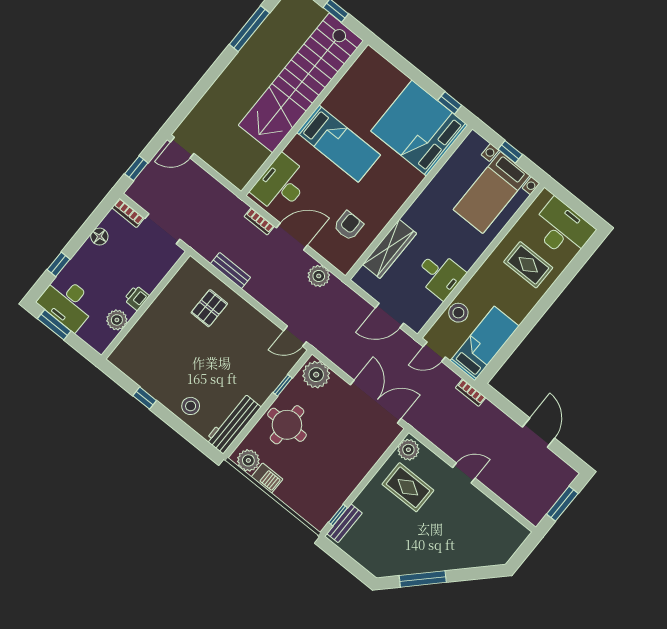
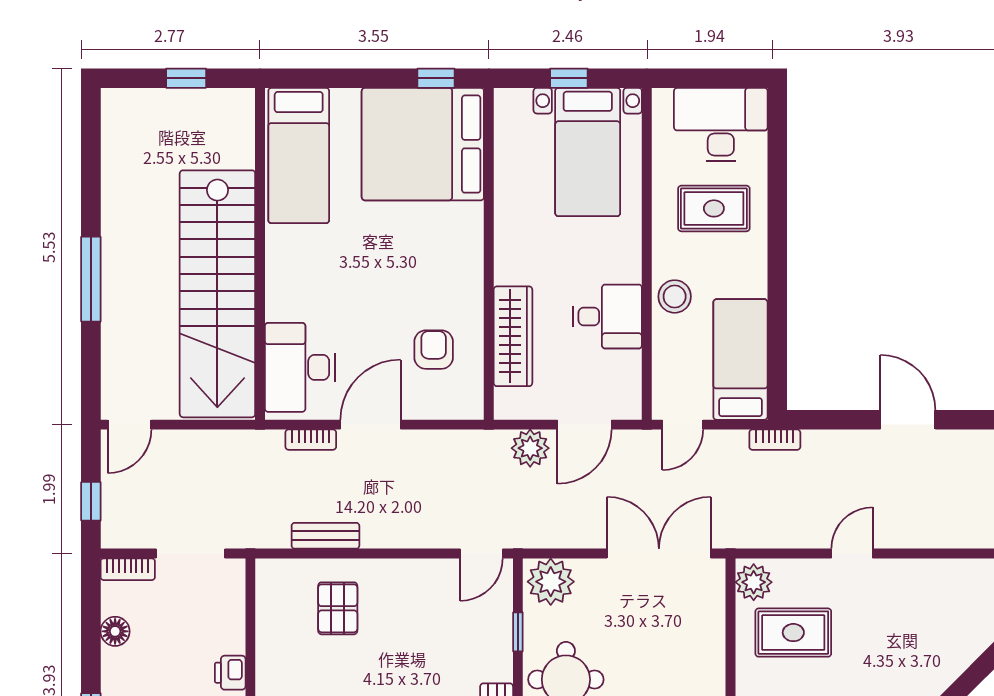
window: (249, 29) -> (91, 279), moved
stairs: (301, 83) -> (217, 294), moved
bed: (339, 144) -> (299, 155), moved, turned 90
plant: (319, 276) -> (530, 448), moved
stool: (458, 313) -> (675, 296), moved

